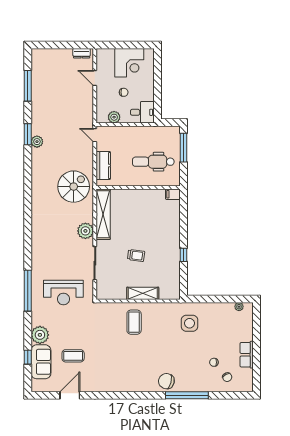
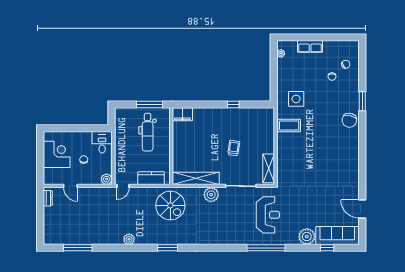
door: (95, 78) -> (70, 186), hinge flipped
plant: (114, 117) -> (107, 179), moved
window: (28, 134) -> (168, 248), moved
window: (183, 148) -> (150, 105), moved
spiral stairs: (74, 187) -> (170, 205), turned 180
filing cabinet: (173, 194) -> (182, 114), width x2.00
shelving: (143, 293) -> (269, 168), moved
coffee table: (134, 322) -> (289, 126), moved
row of seats: (247, 355) -> (310, 46), moved
coffee table: (73, 356) -> (326, 206), removed
sofa: (41, 362) -> (337, 236), width x1.36
window: (187, 395) -> (362, 101), width x0.47

